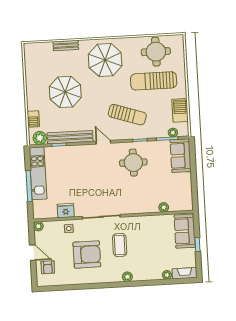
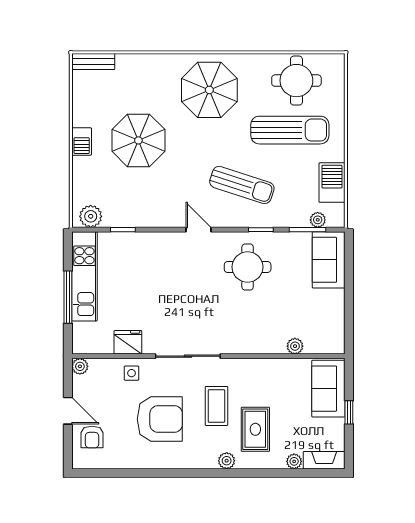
bench: (66, 46) -> (93, 62), moved
sun lounger: (154, 81) -> (290, 130), turned 180
barbecue: (33, 119) -> (82, 141), moved
bench: (70, 137) -> (142, 218), removed
rug: (143, 257) -> (255, 429), added

